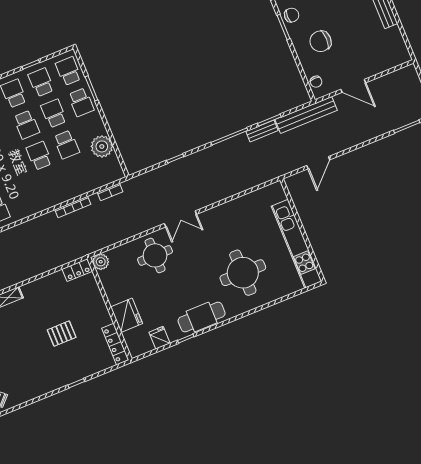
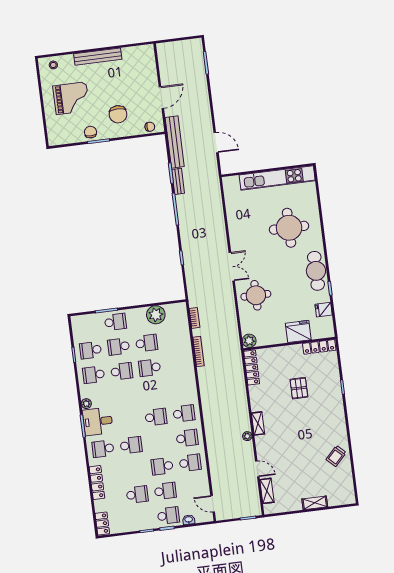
school desk: (68, 71) -> (87, 325), removed
locker: (77, 270) -> (252, 368), width x1.53

